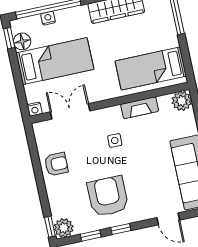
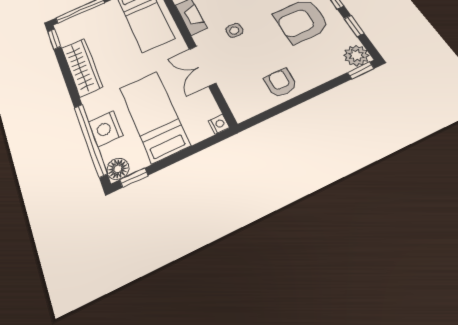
nightstand: (48, 18) -> (106, 128), width x1.89, depth x1.79
floor lamp: (22, 41) -> (118, 169), moved
double door: (70, 111) -> (202, 66), moved

